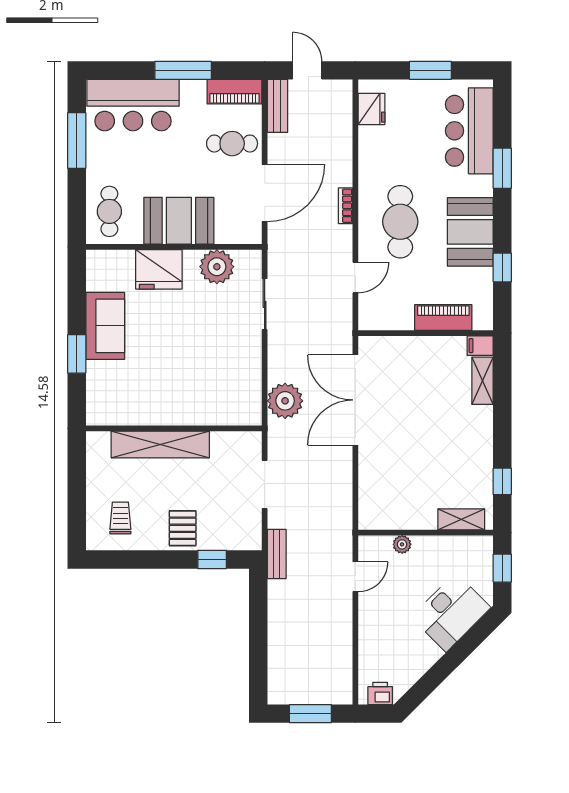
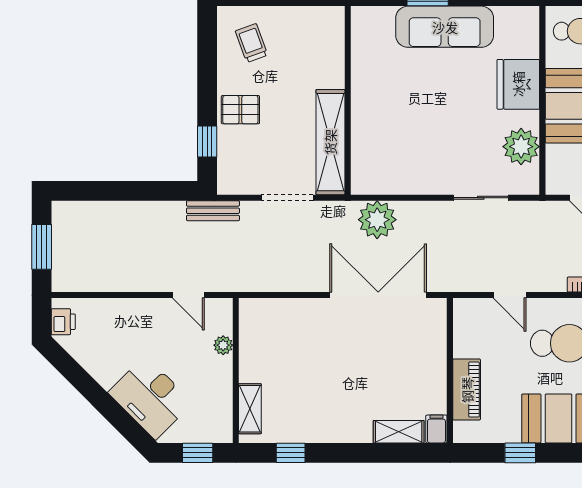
sofa: (105, 326) -> (445, 27), width x1.36
shelving: (160, 444) -> (330, 142), moved
trolley: (120, 518) -> (252, 43), turned -110

